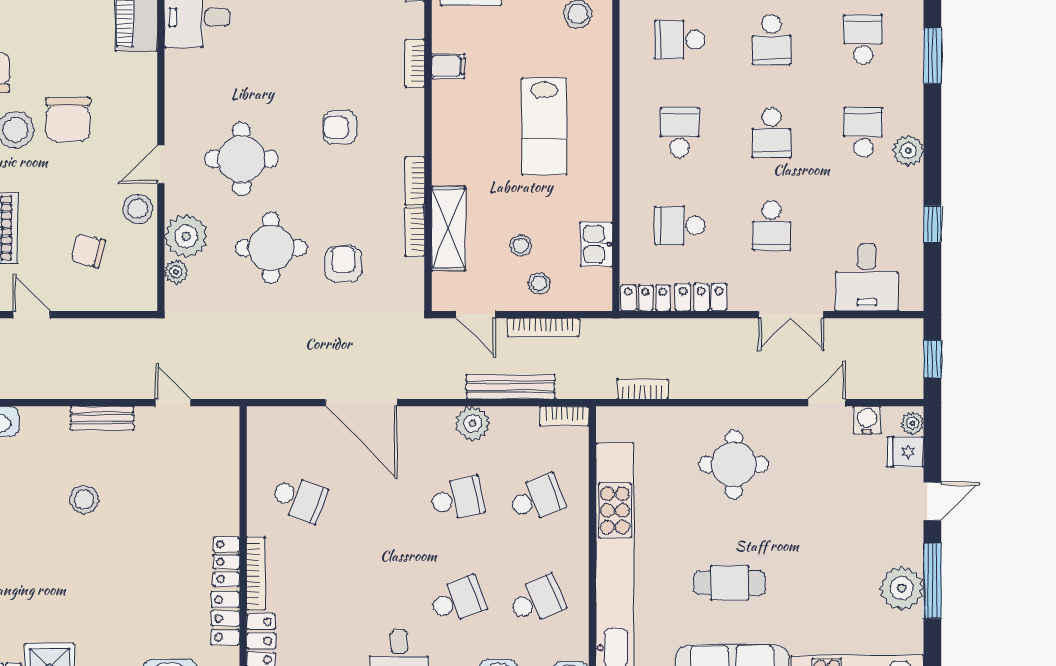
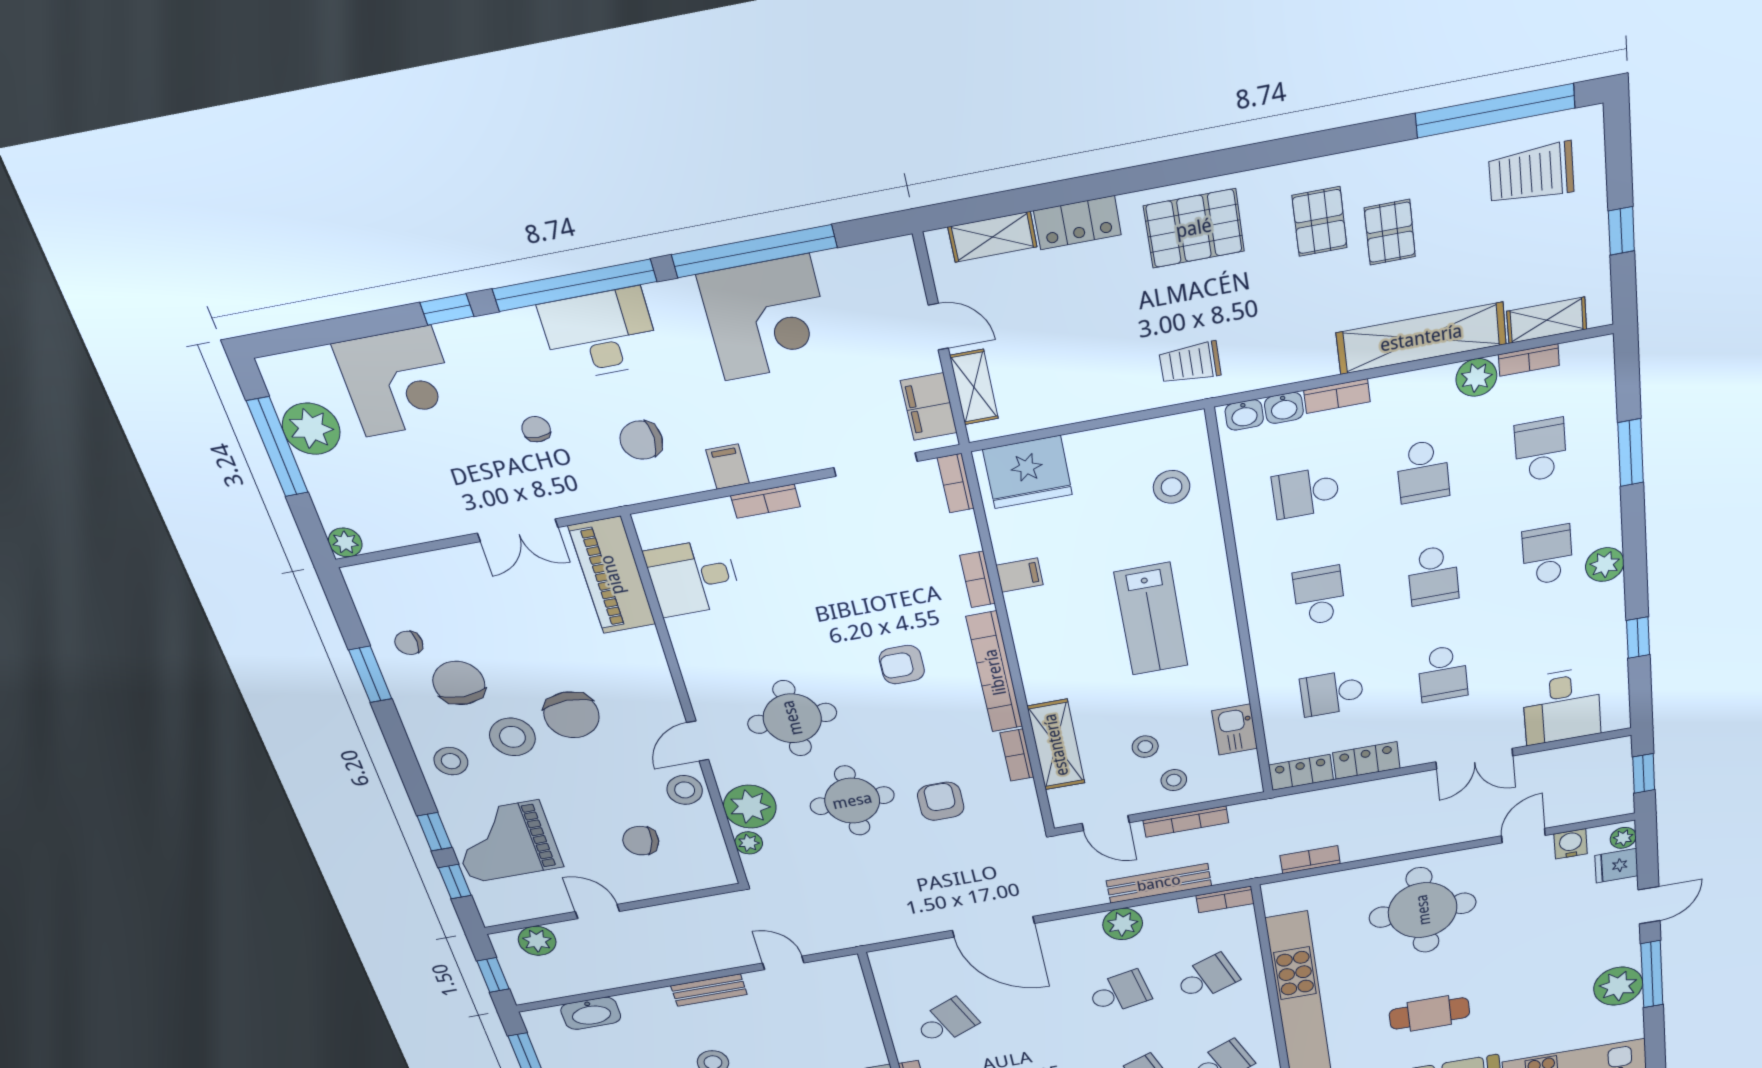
bookcase: (415, 181) -> (995, 672), width x2.31, depth x1.31
round table: (734, 464) -> (1423, 910), width x1.36, depth x1.36
school desk: (299, 499) -> (946, 1022), turned -45

